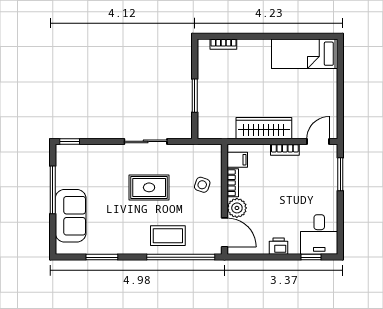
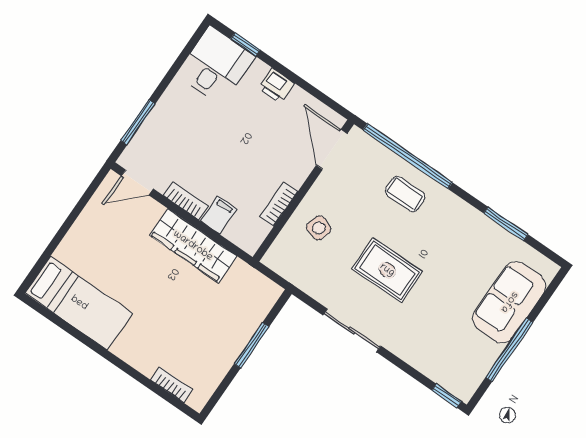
filing cabinet: (237, 160) -> (219, 215), moved, turned 90
plant: (237, 208) -> (295, 169), removed
coffee table: (168, 236) -> (405, 194), width x0.73, depth x0.77

